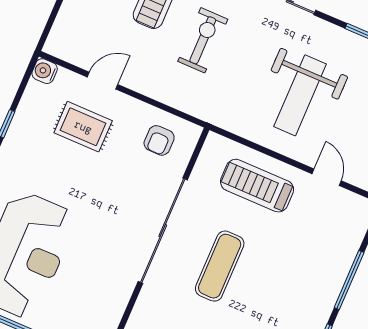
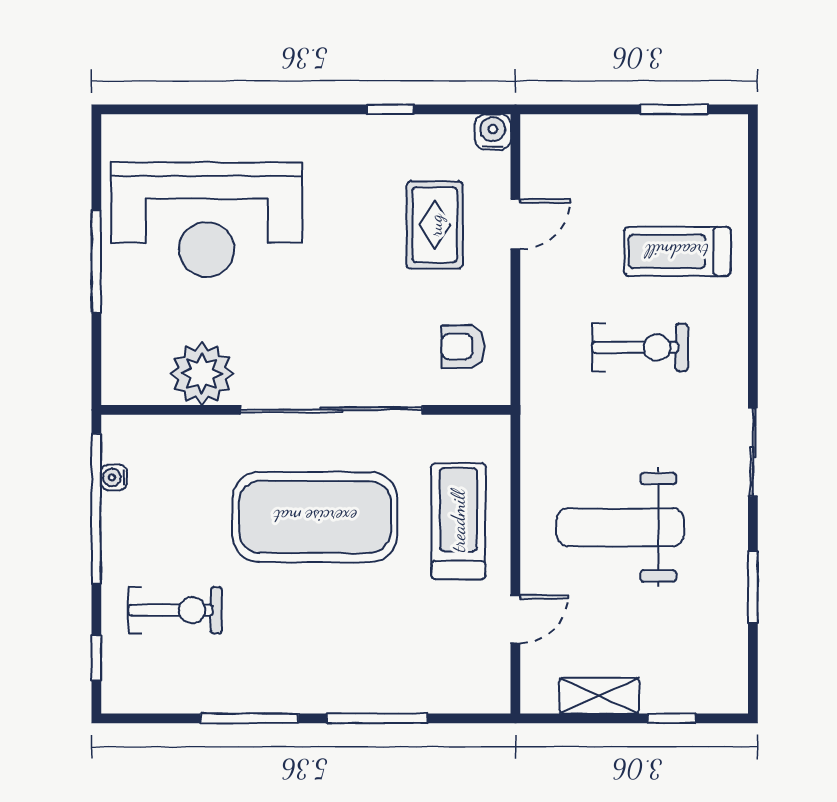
door: (102, 81) -> (515, 224), hinge flipped
exercise mat: (220, 266) -> (315, 517), width x2.00, depth x1.45
plant: (111, 295) -> (202, 374), added

